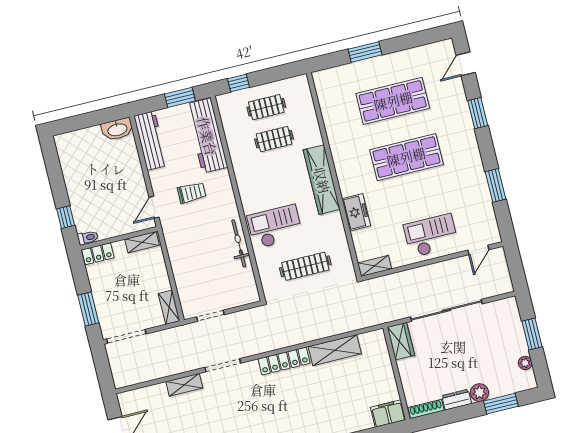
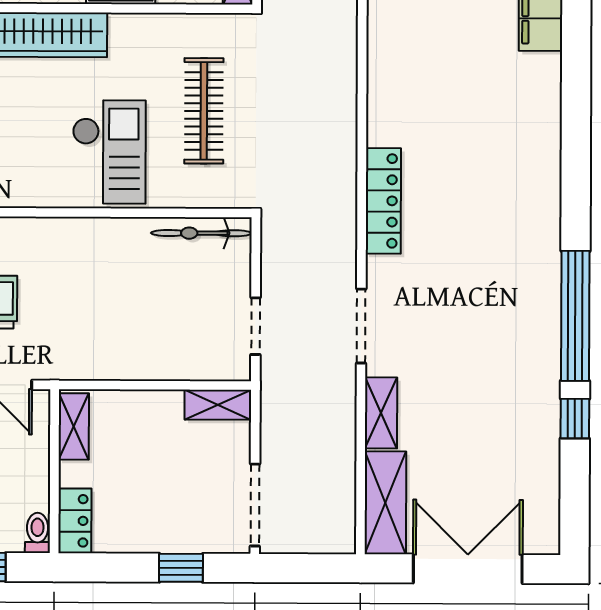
checkout: (275, 227) -> (109, 152), turned 180
bicycle: (239, 243) -> (201, 233), moved
window: (88, 309) -> (181, 568), width x0.67
shelving: (335, 350) -> (385, 503), moved

